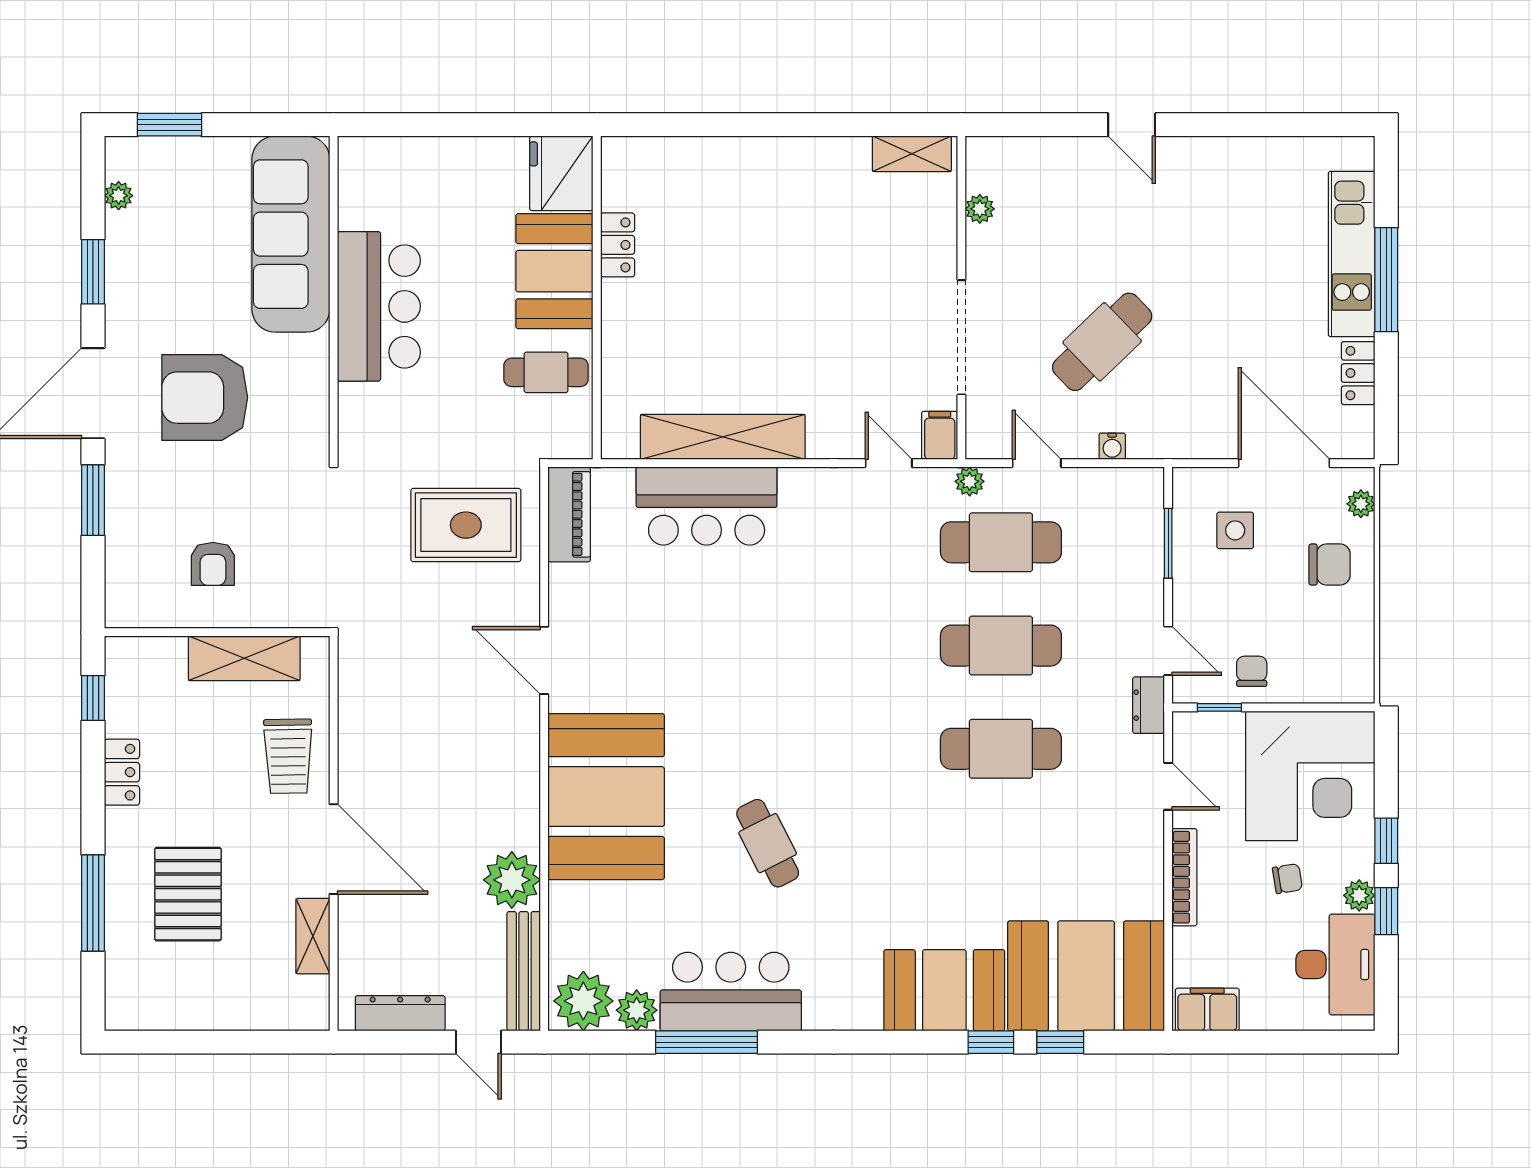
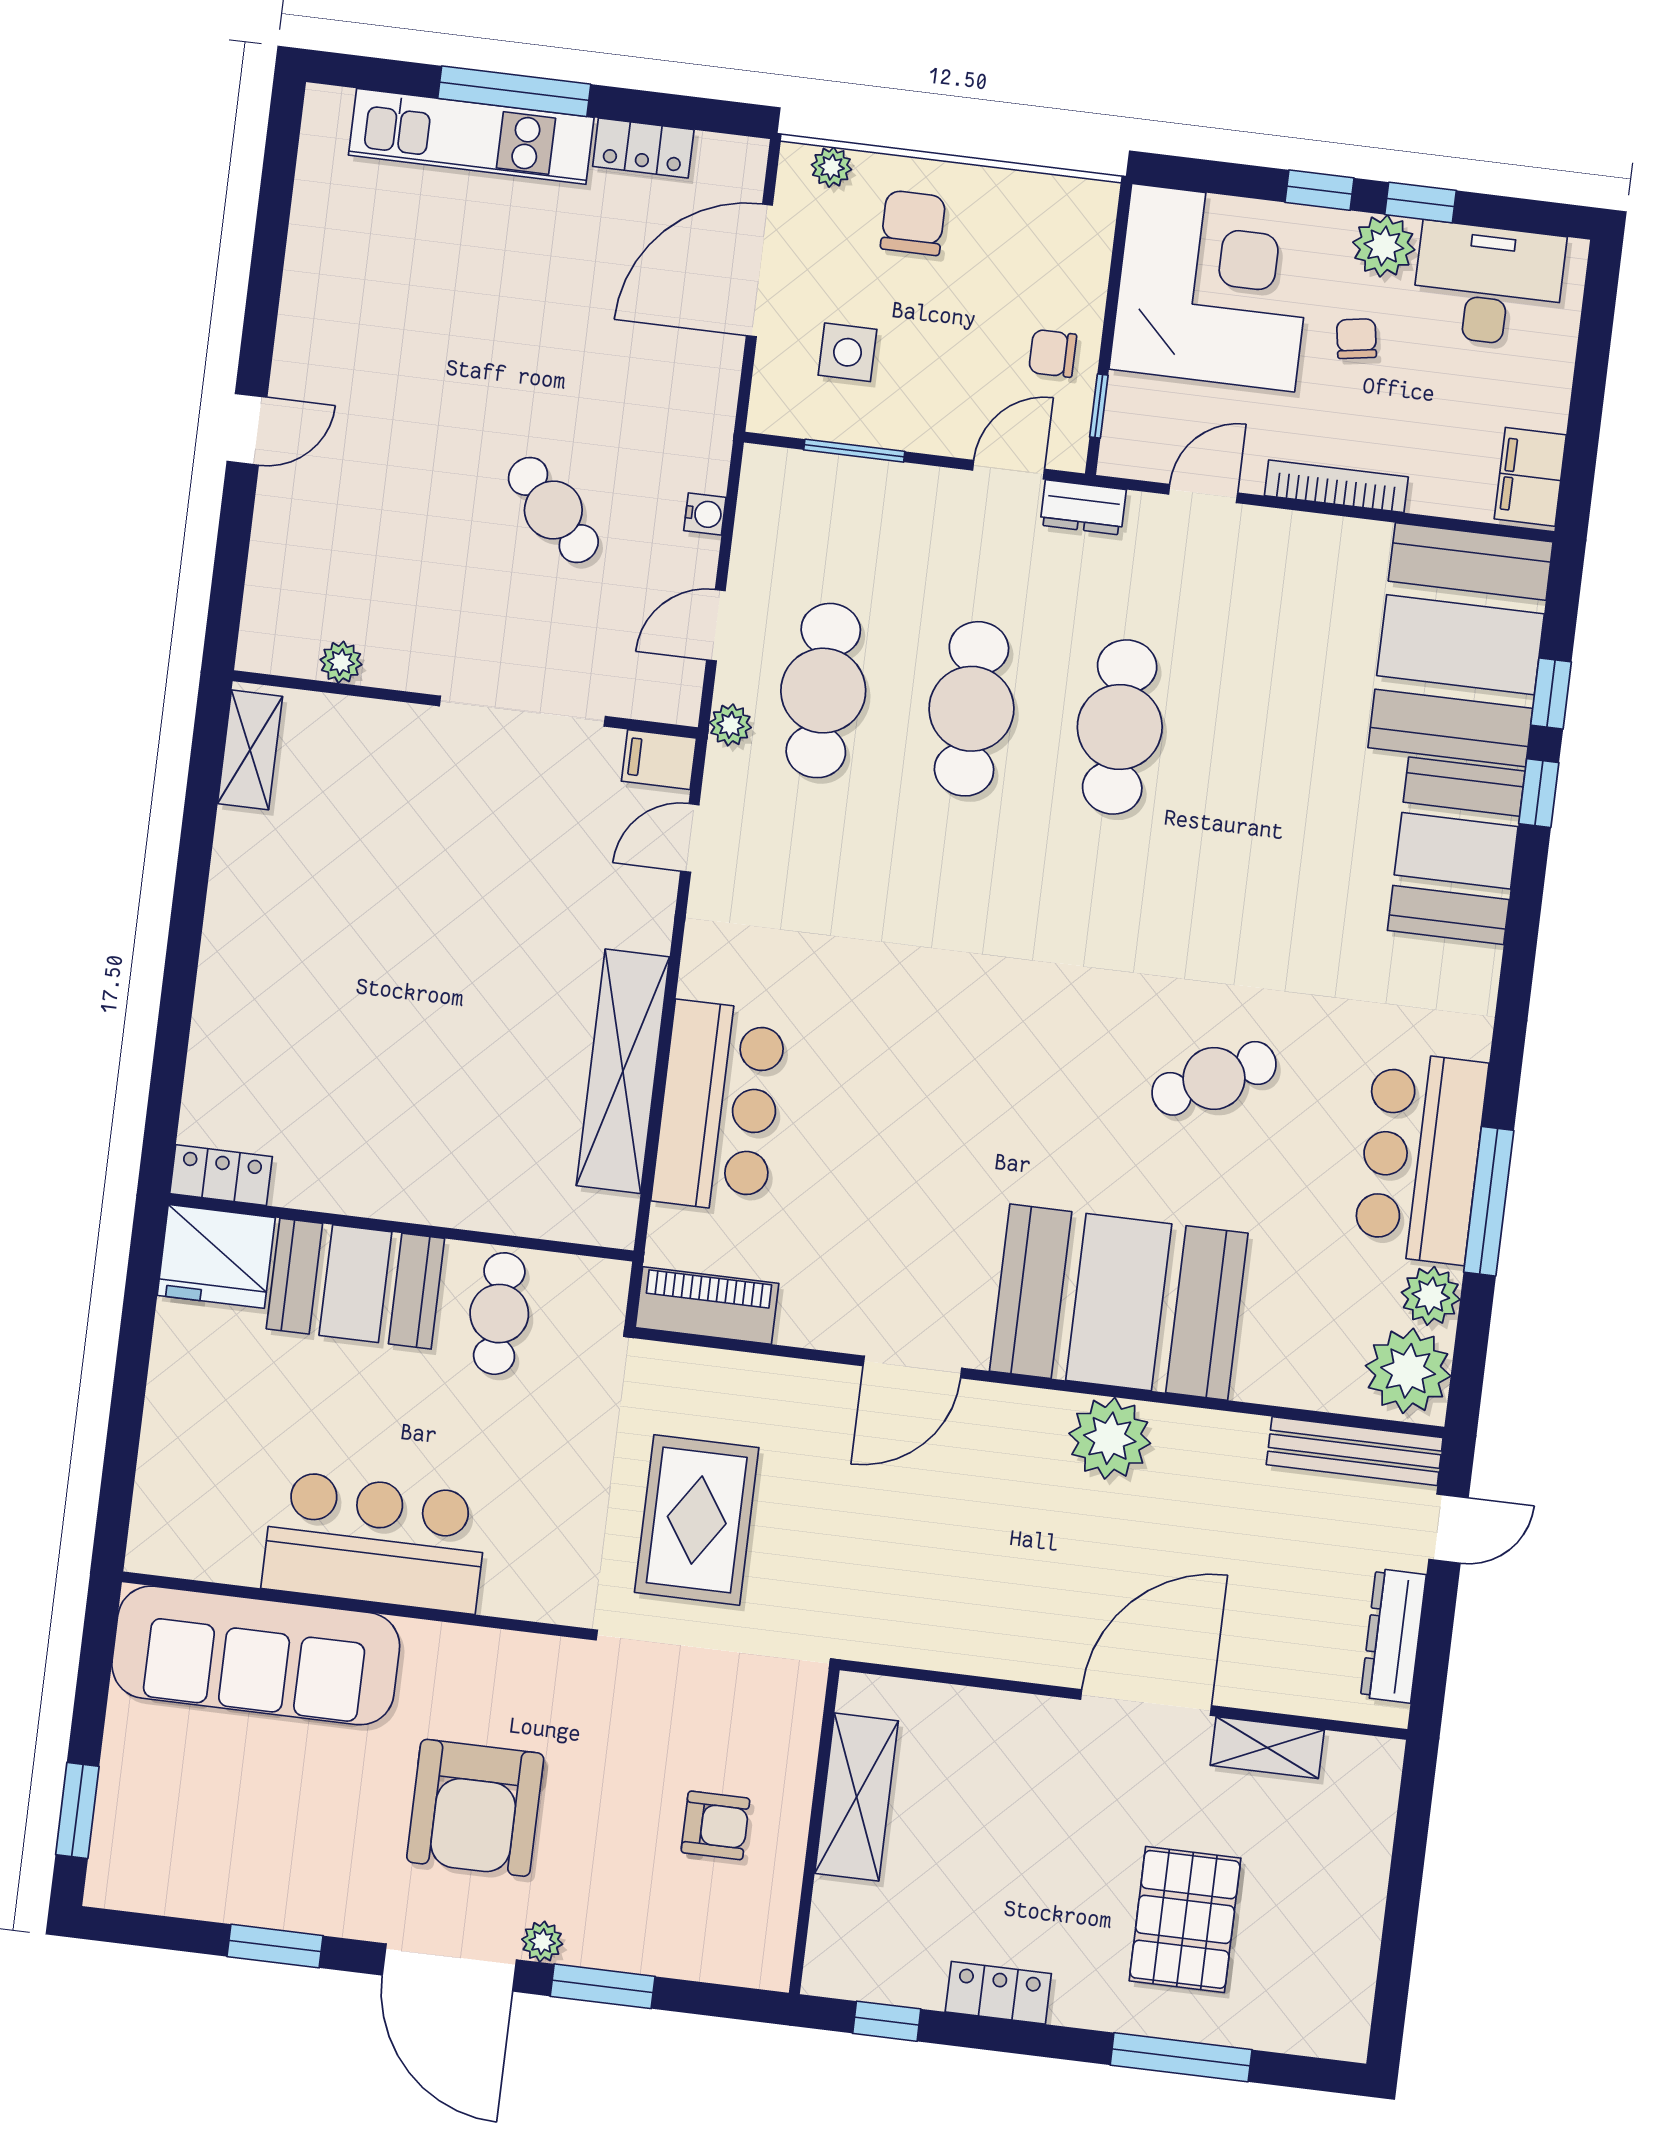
plant: (119, 196) -> (542, 1942), moved
locker: (618, 245) -> (221, 1175), moved
cafe table: (1102, 342) -> (553, 510), width x0.73, depth x0.74
rug: (466, 525) -> (697, 1520), moved
trolley: (288, 756) -> (1005, 1751), removed
plant: (512, 880) -> (1110, 1438), moved
pallet: (188, 894) -> (1185, 1919), turned 90
plant: (1359, 895) -> (1384, 246), width x1.38, depth x1.38

